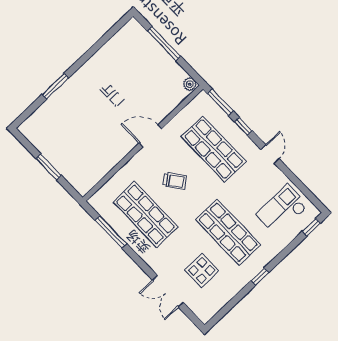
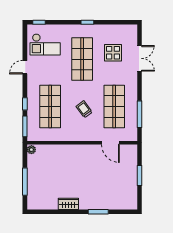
wardrobe: (95, 64) -> (68, 204), added
door: (150, 136) -> (110, 143), moved
door: (270, 154) -> (25, 67), moved

